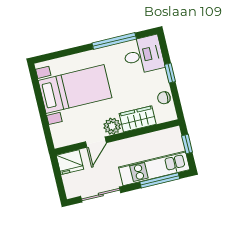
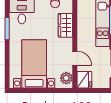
window: (114, 41) -> (7, 29), width x0.69
plant: (112, 126) -> (66, 78), moved

